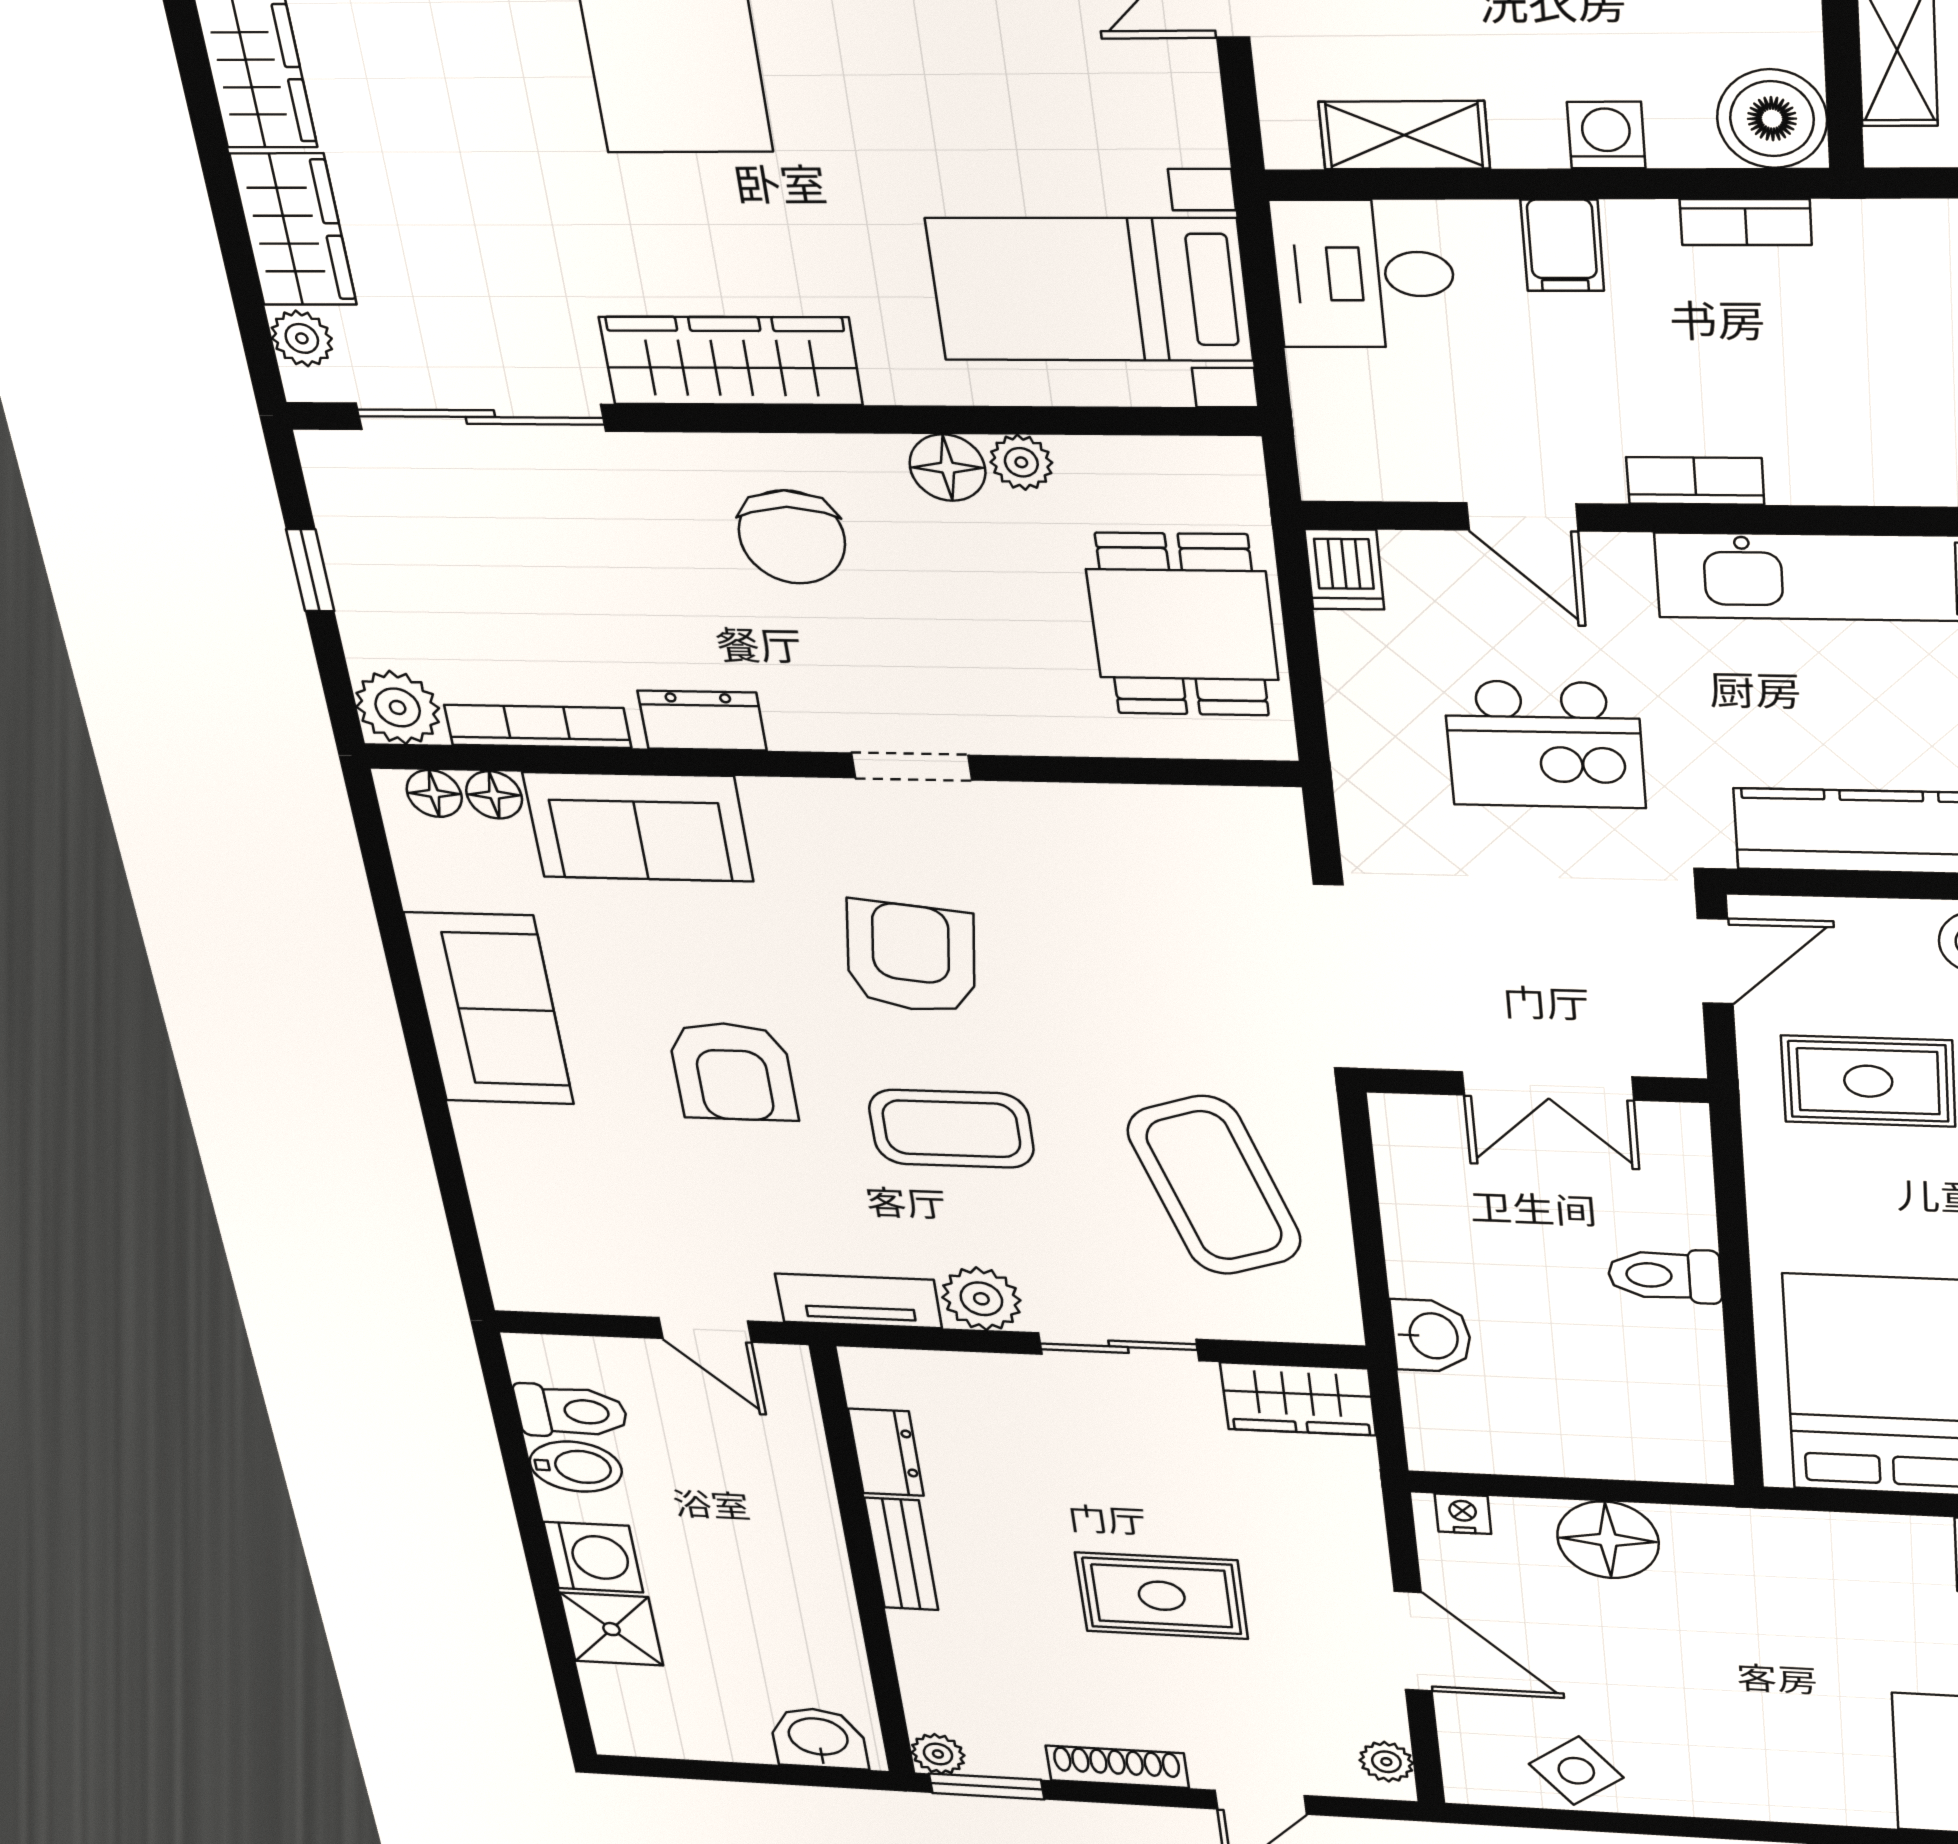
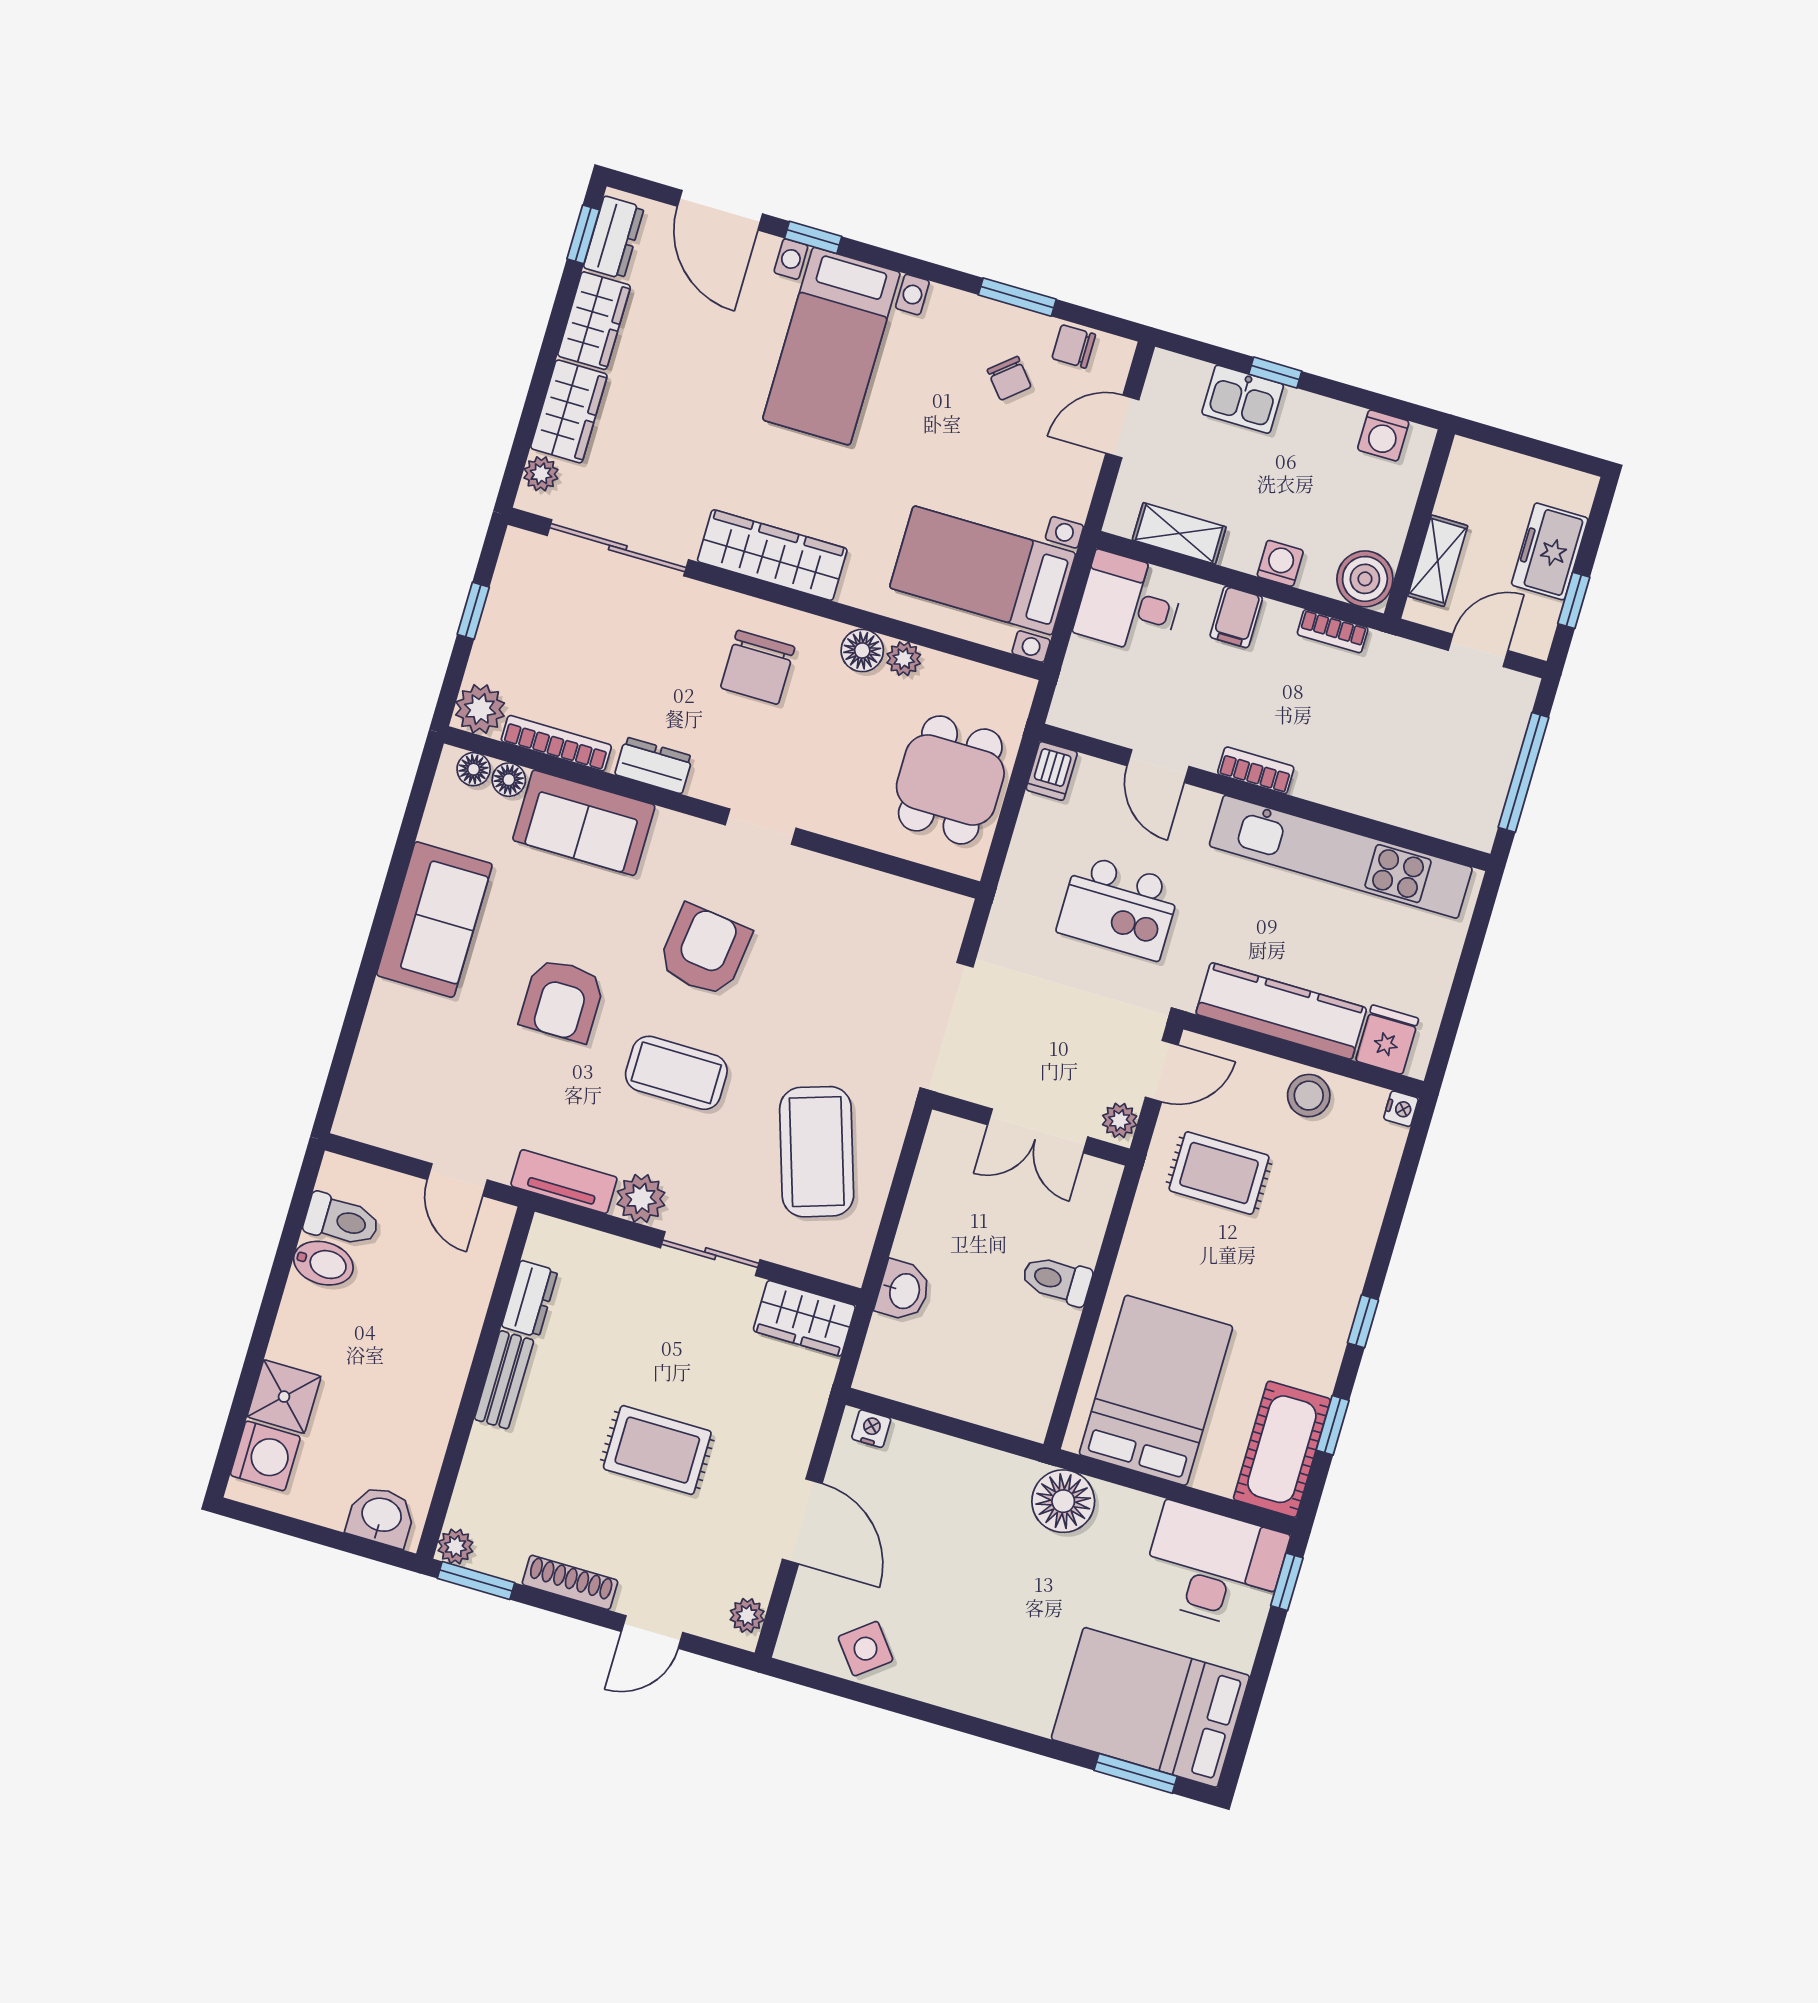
plant: (1674, 1044) -> (1120, 1120), added
floor lamp: (1608, 1540) -> (1063, 1501), moved
washing machine: (593, 1557) -> (265, 1456), moved

